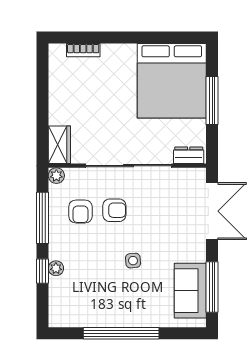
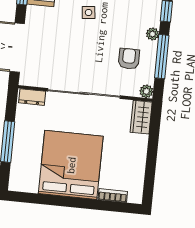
bed: (172, 81) -> (71, 165), moved
armchair: (114, 210) -> (100, 57), removed
plant: (56, 268) -> (153, 34), moved

